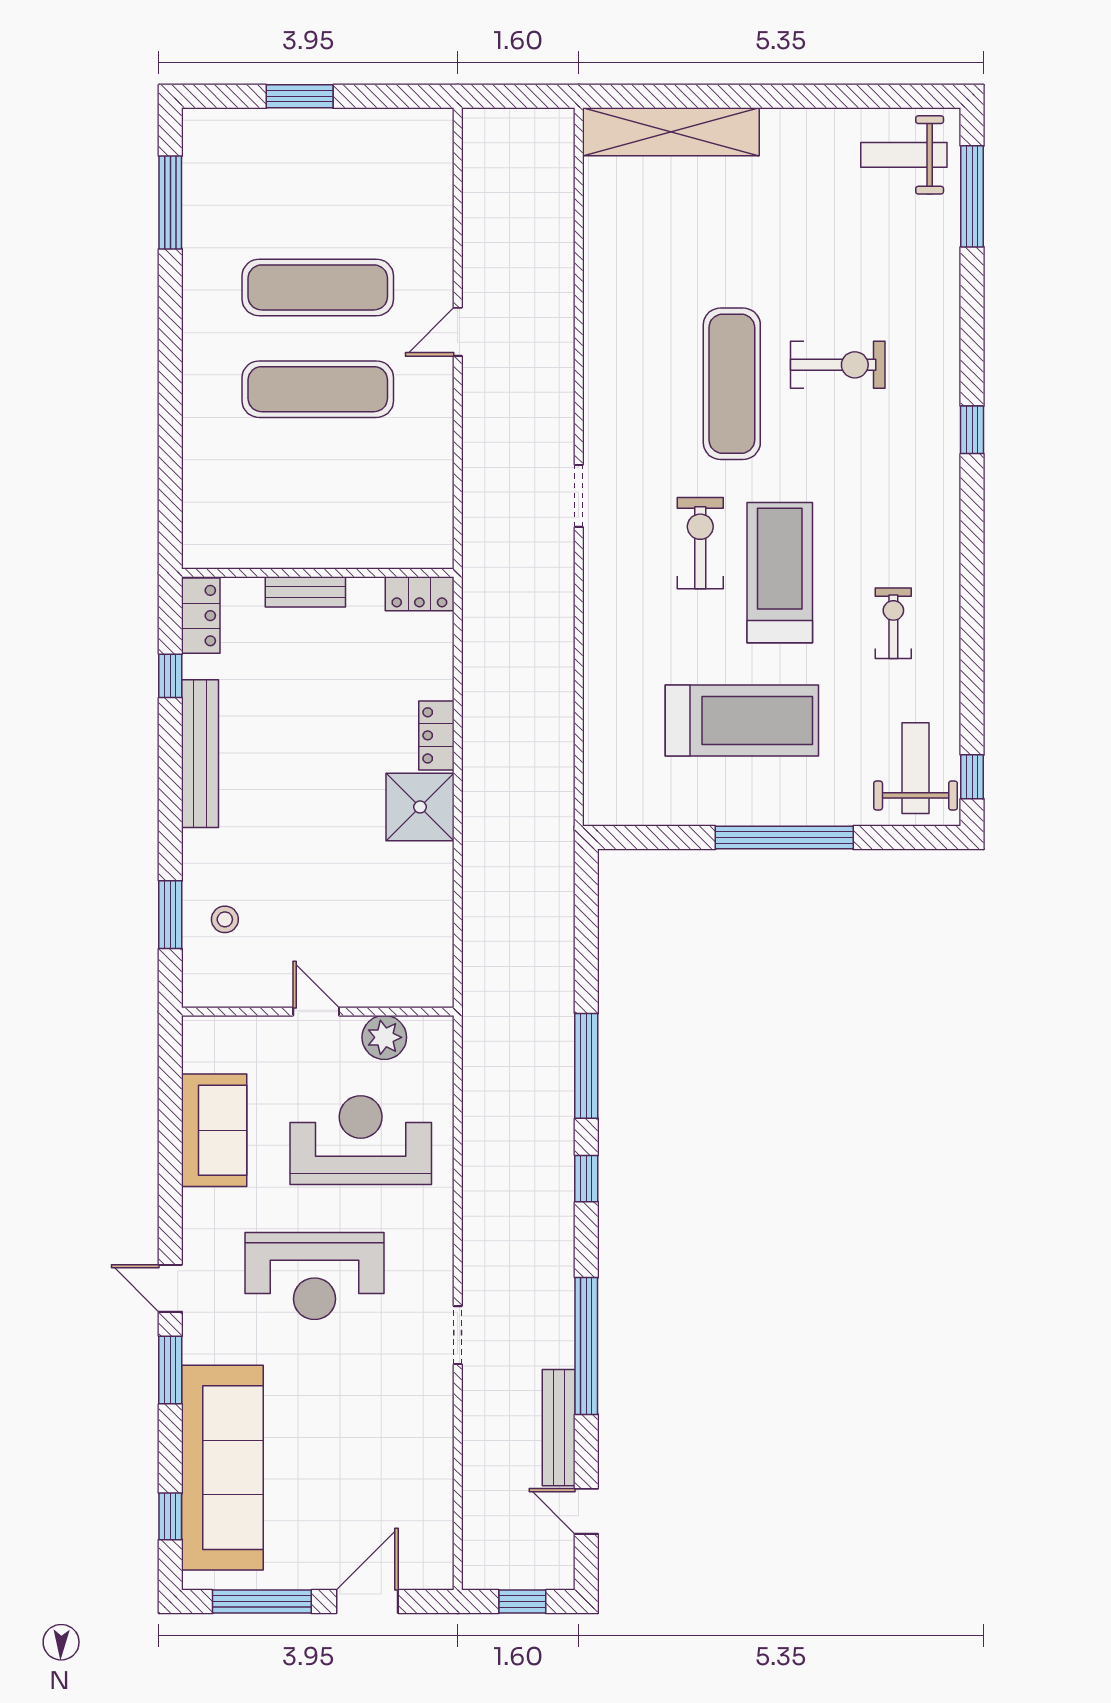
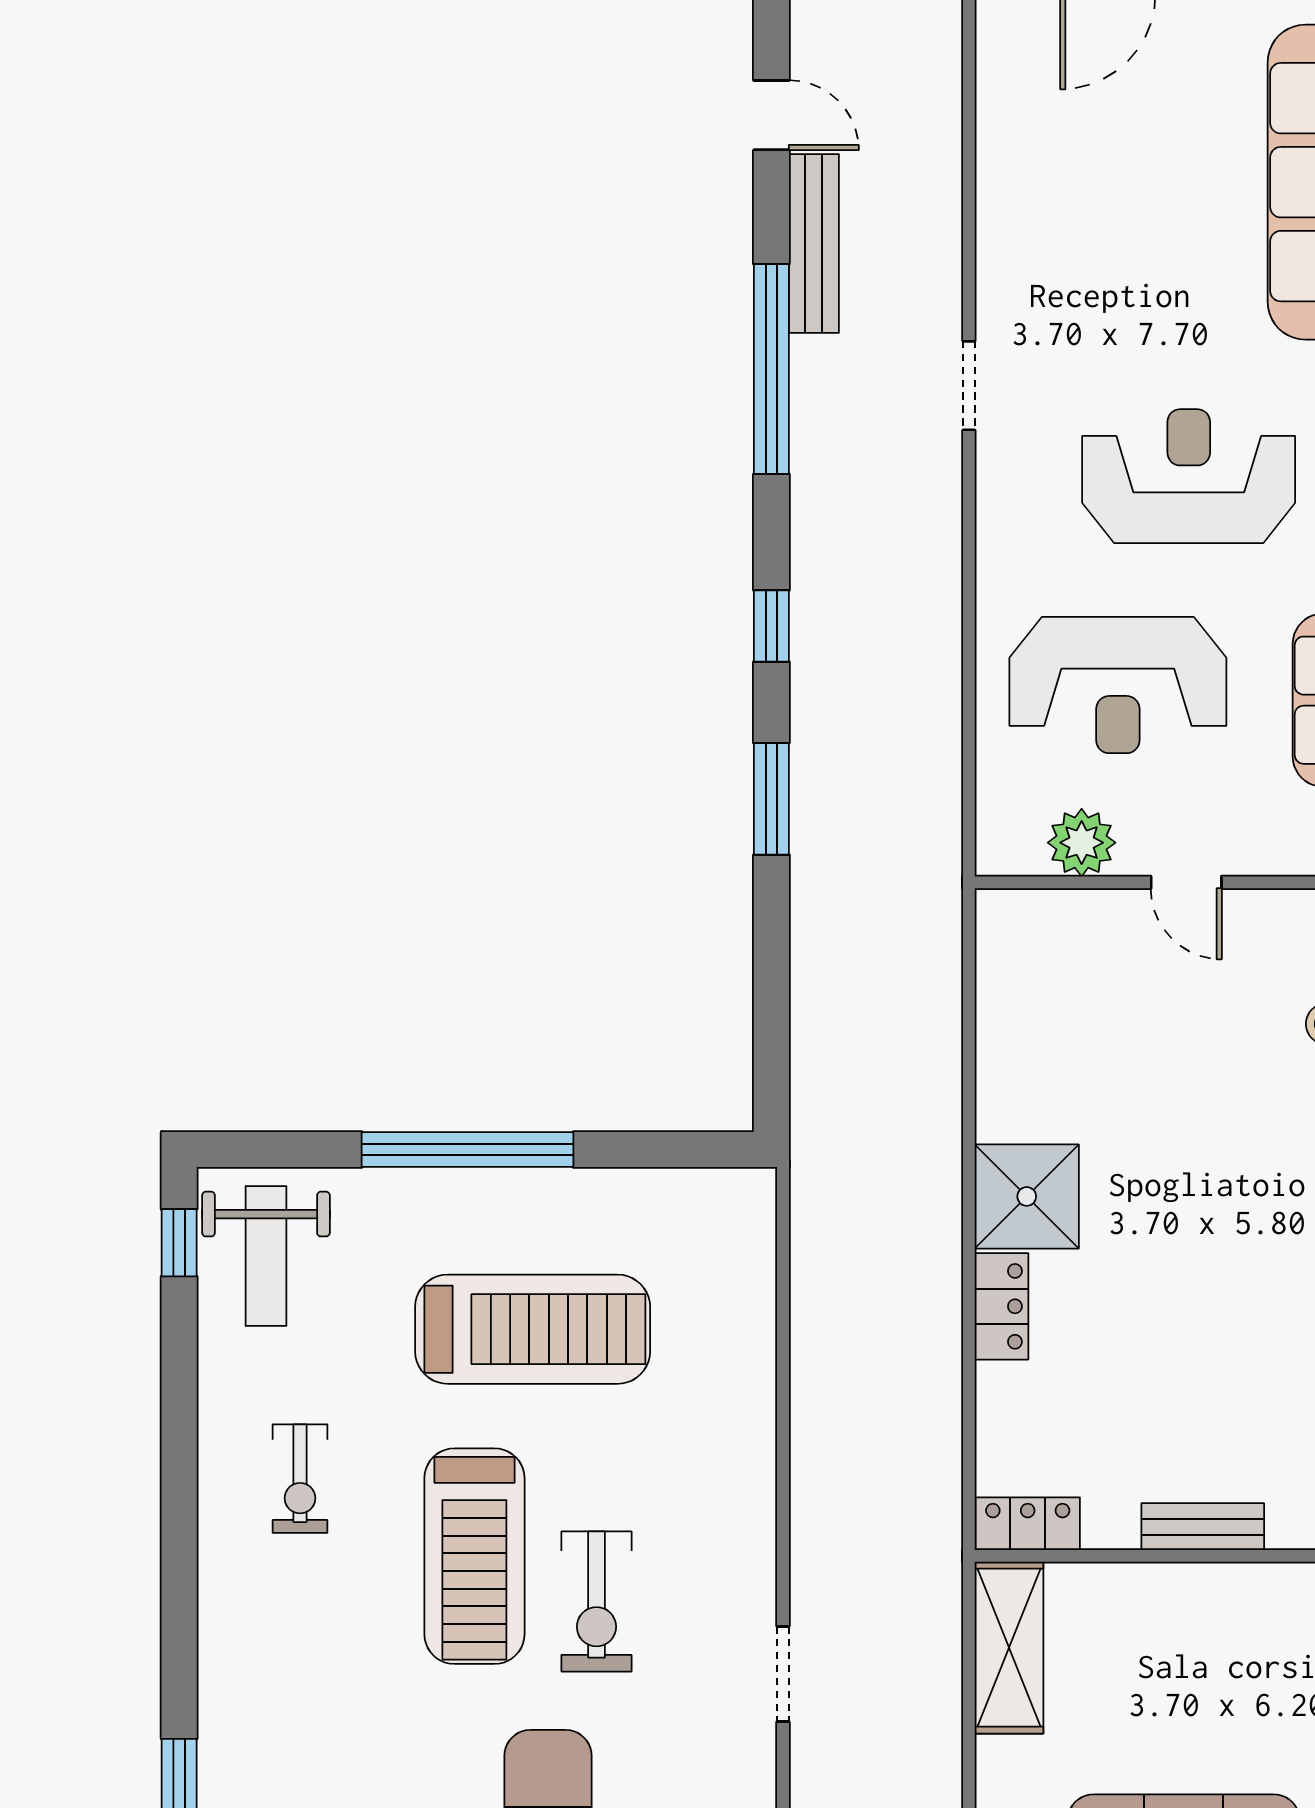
shelving: (432, 513) -> (1009, 1648), added
treadmill: (742, 720) -> (533, 1329), turned 180
window: (586, 1066) -> (771, 799), width x0.69

